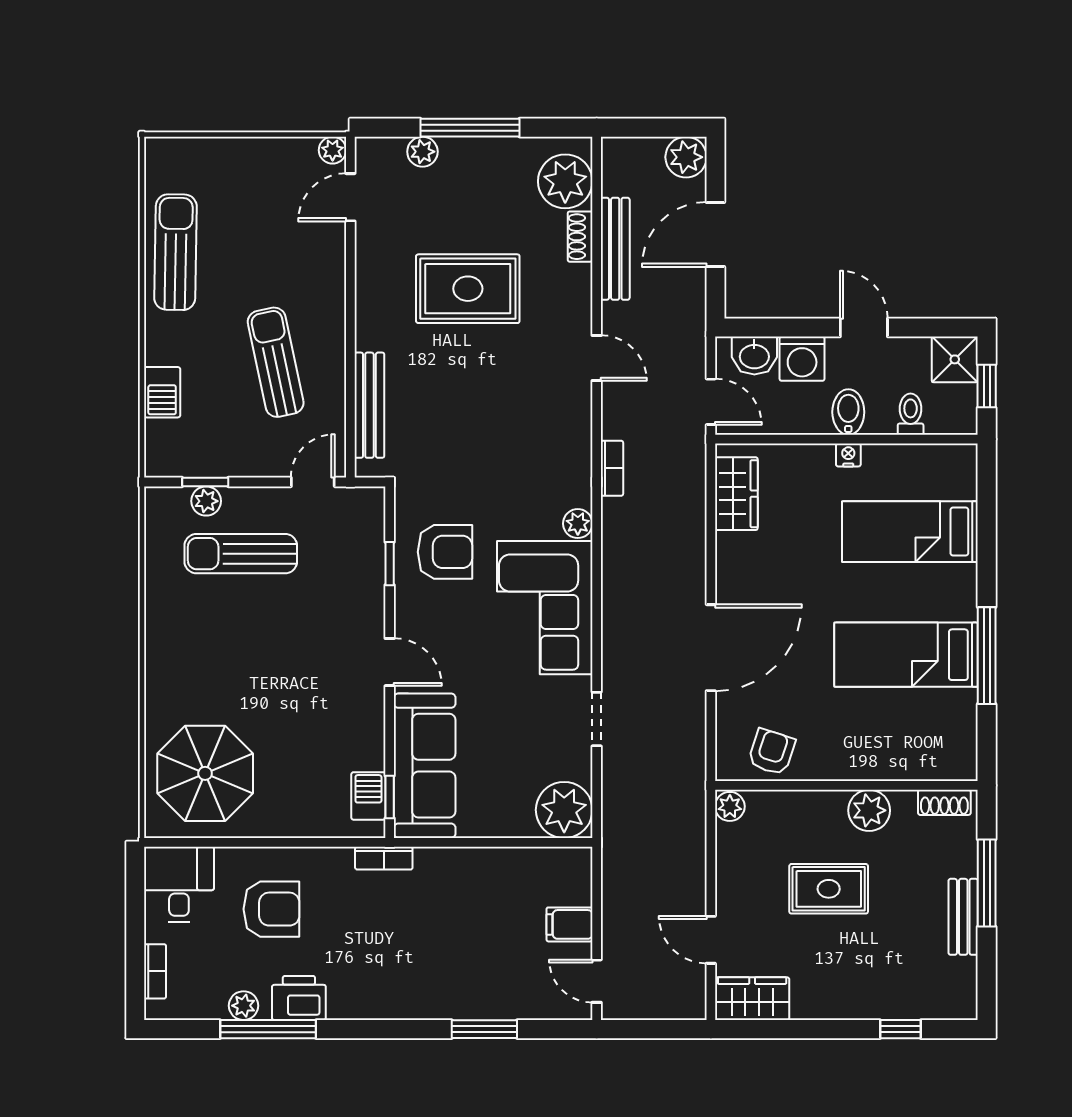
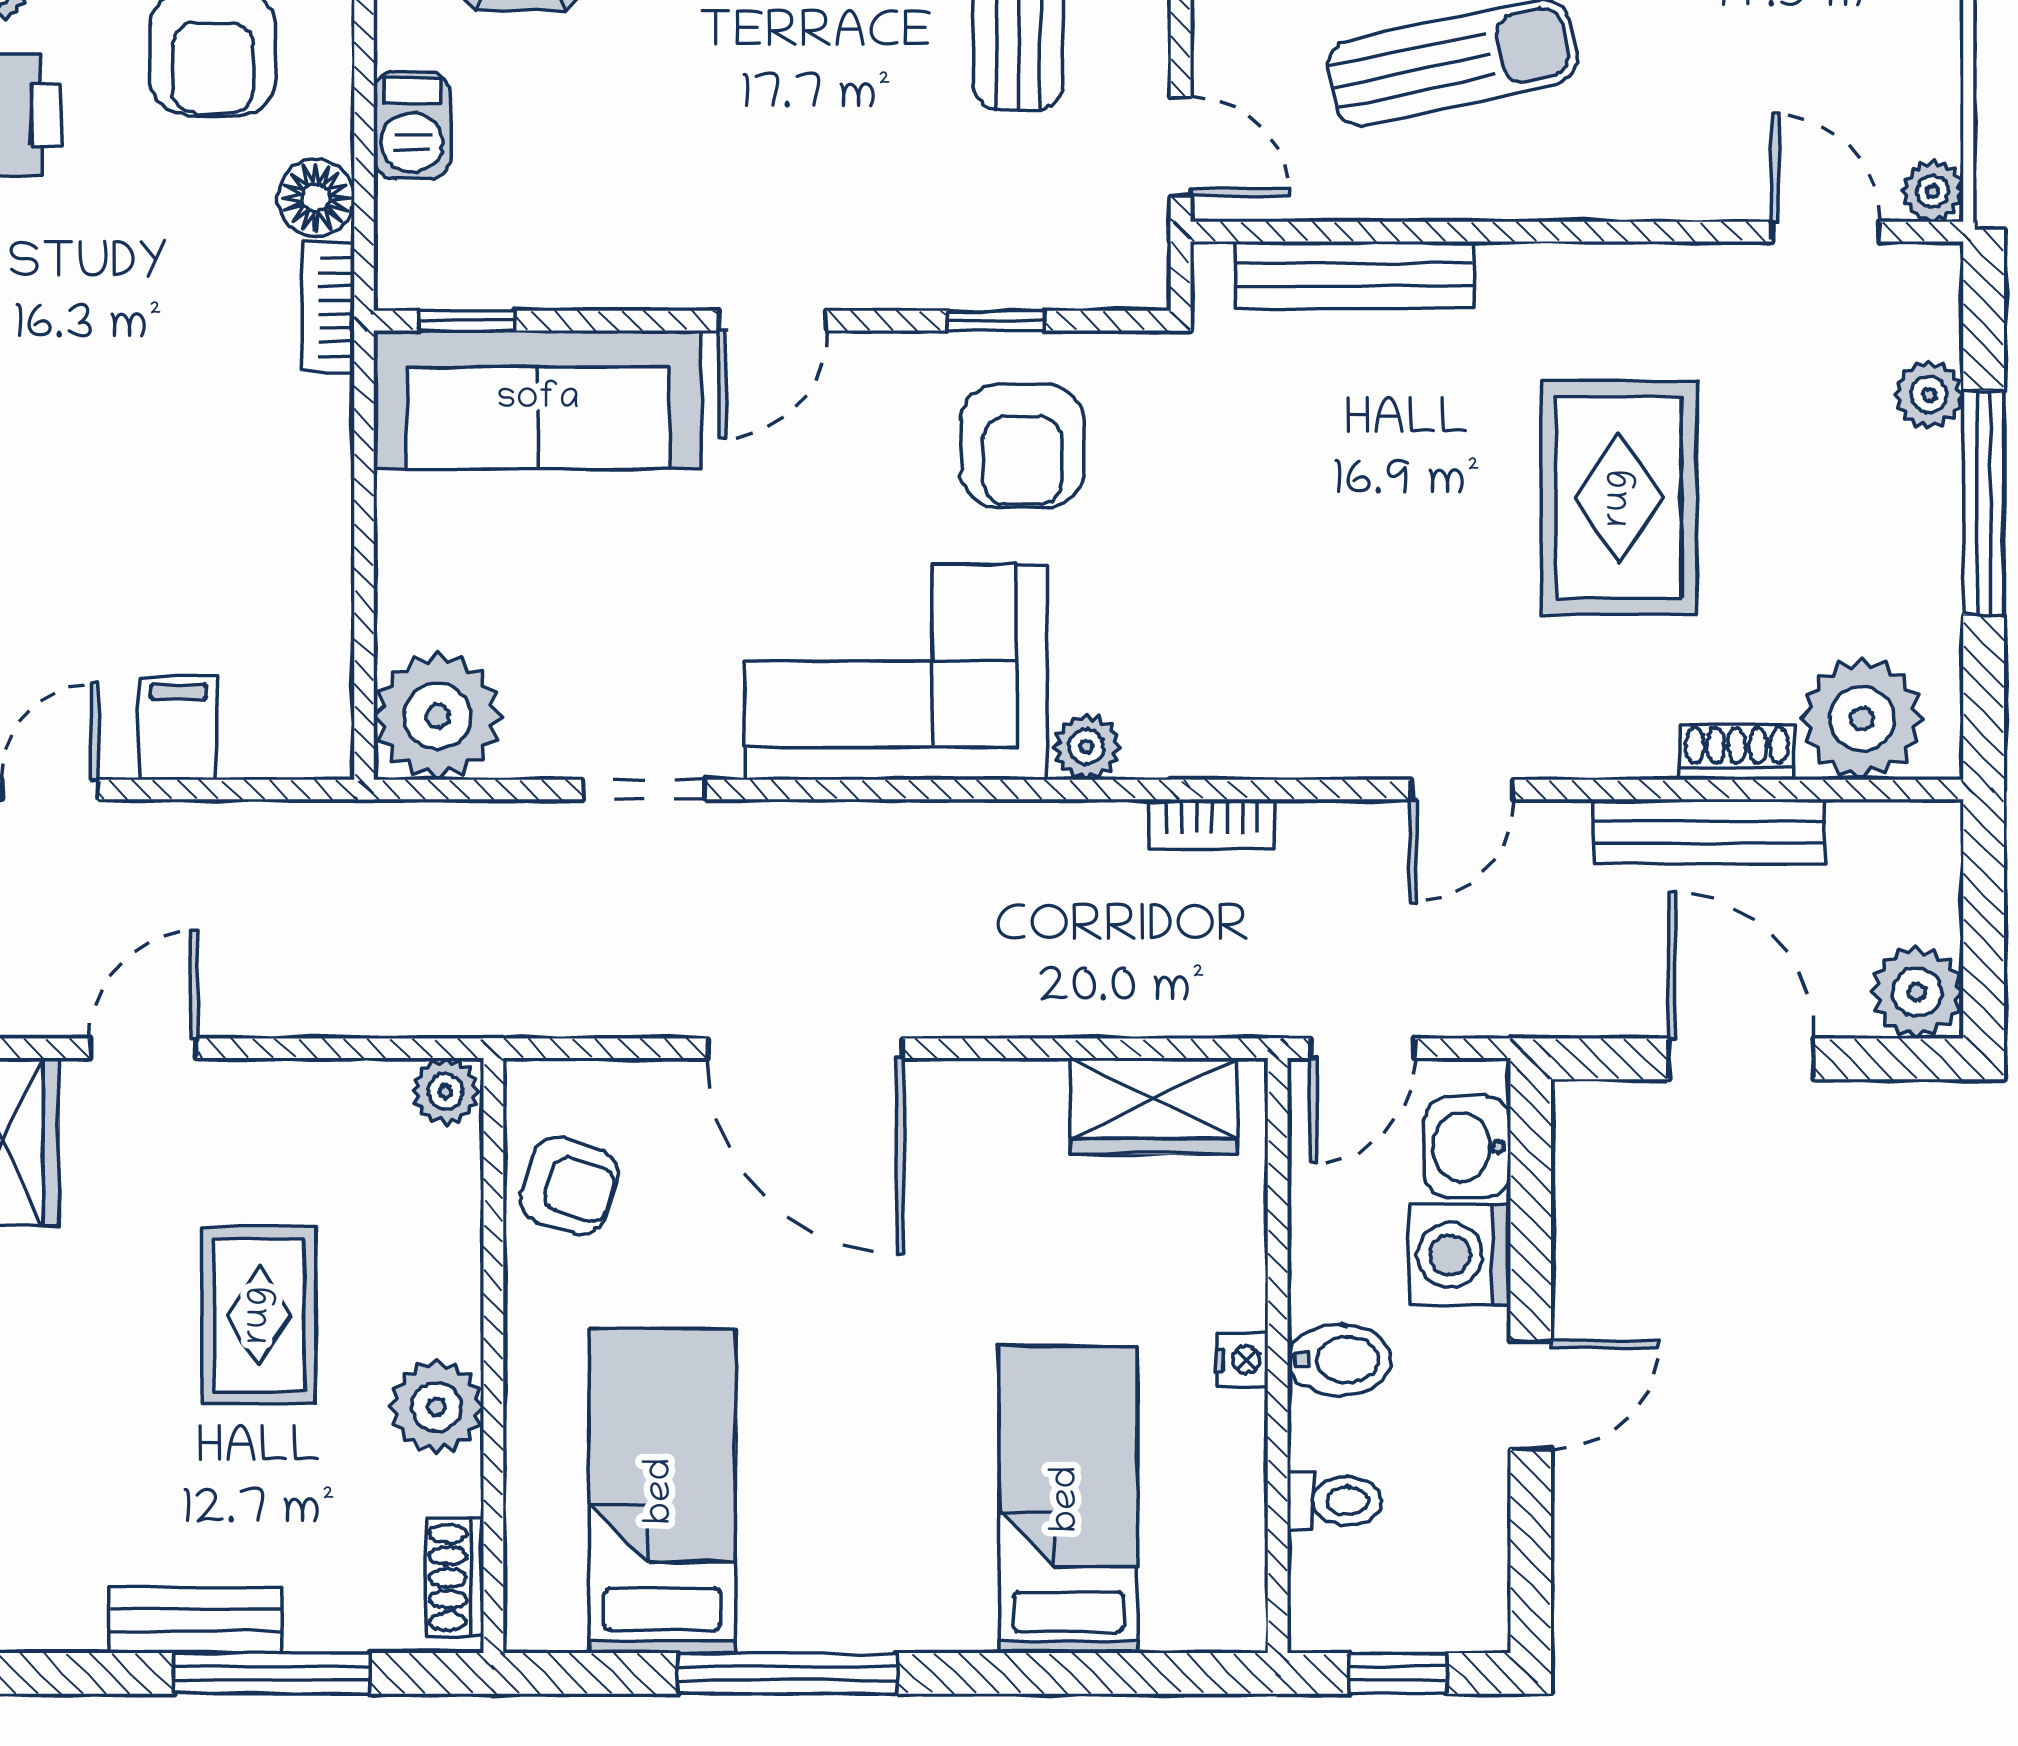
shower: (955, 359) -> (1459, 1601), removed
bed: (906, 655) -> (662, 1491), moved
barbecue: (368, 796) -> (412, 125), moved, turned 90
floor lamp: (335, 864) -> (316, 198), added

